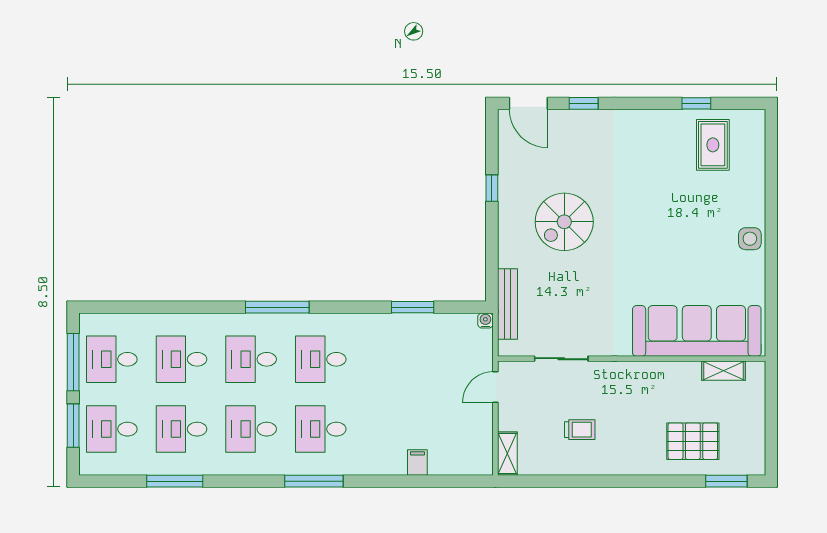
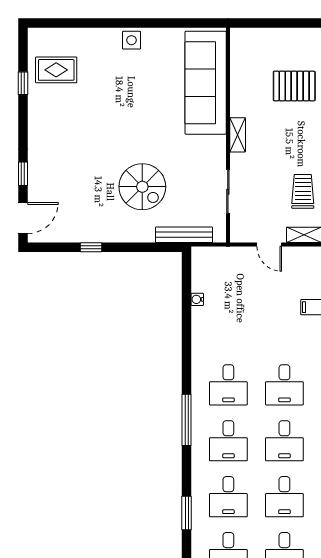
spiral stairs: (564, 222) -> (142, 187), moved
window: (413, 307) -> (187, 513), moved
water cooler: (485, 321) -> (197, 299), moved
shelving: (723, 371) -> (238, 135), moved
door: (495, 387) -> (269, 245), moved
trolley: (580, 430) -> (303, 191), moved, width x1.36, depth x1.39
pallet: (693, 441) -> (294, 86), turned 90

